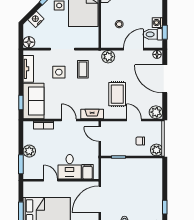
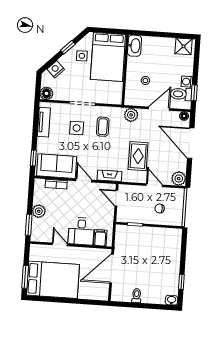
sofa: (33, 101) -> (57, 166), moved, turned -90
plant: (156, 150) -> (177, 219), removed

